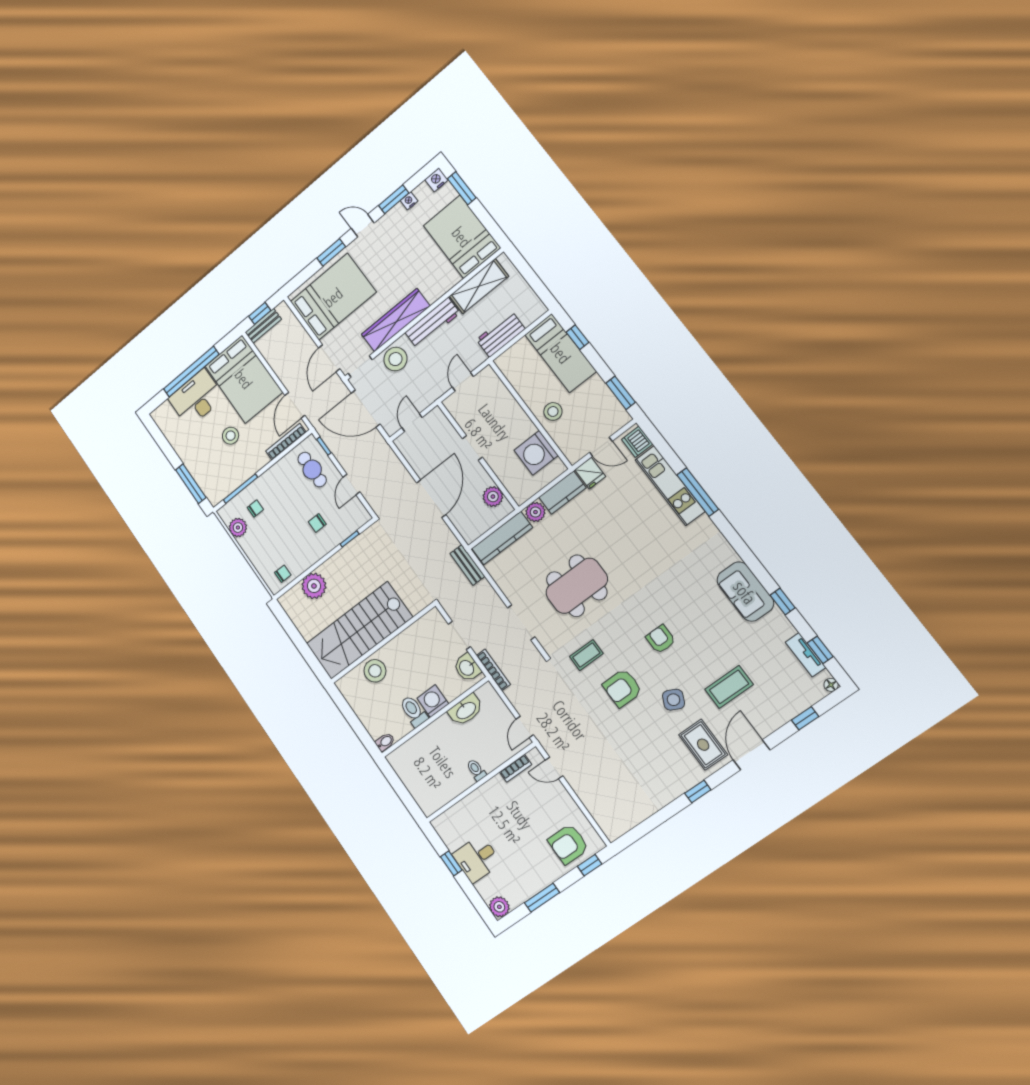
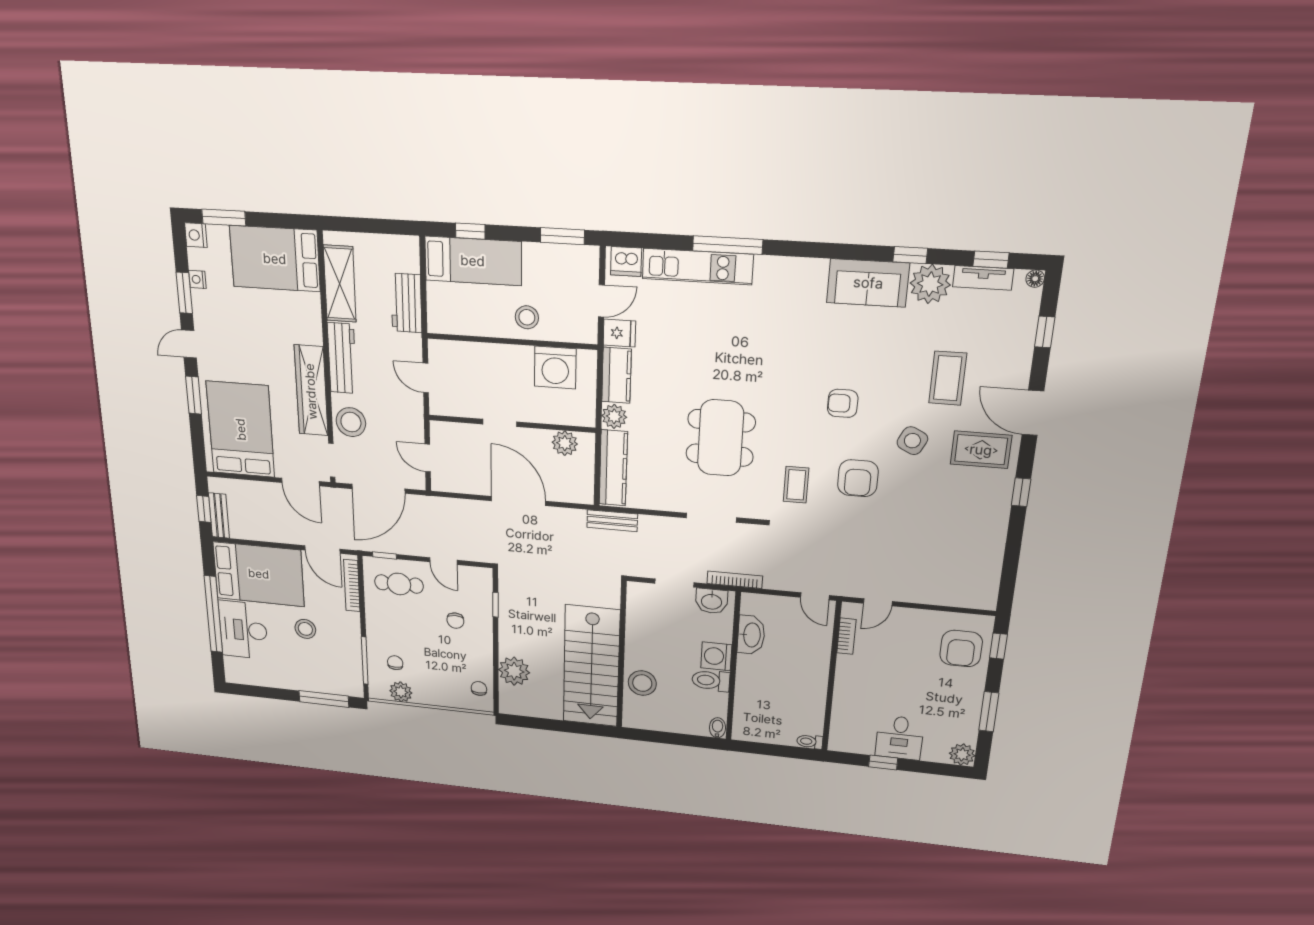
plant: (776, 628) -> (930, 284), added
toilet: (476, 770) -> (810, 742), moved

